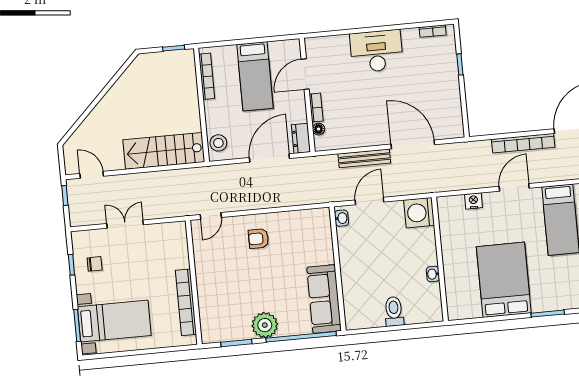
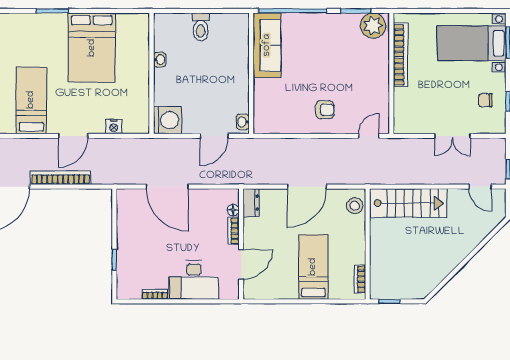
bookcase: (433, 31) -> (155, 294), moved
door: (305, 74) -> (241, 264), moved
bookcase: (207, 76) -> (360, 279), width x0.64
wall: (307, 95) -> (241, 244), moved
bookcase: (316, 108) -> (234, 231), moved
floor lamp: (319, 129) -> (233, 210), moved
dresser: (301, 138) -> (251, 203), moved
bench: (364, 158) -> (215, 178), removed
plant: (265, 325) -> (373, 26), moved

